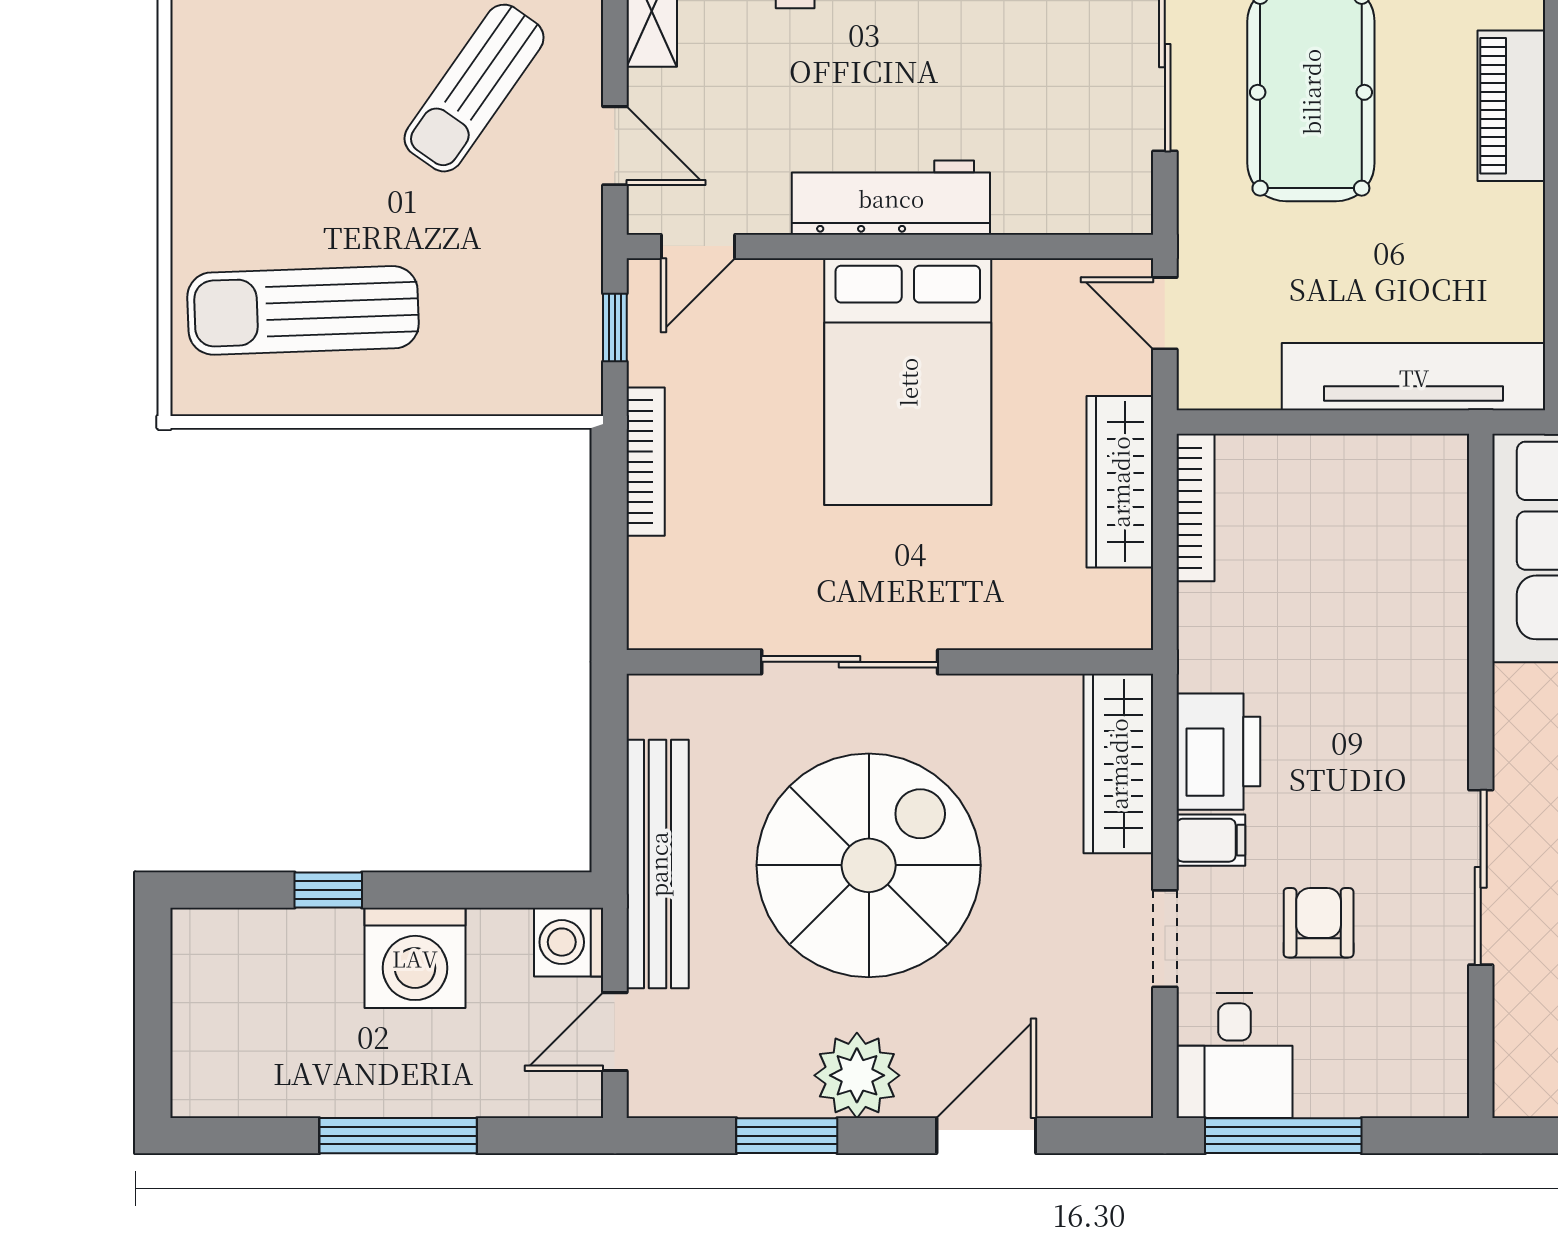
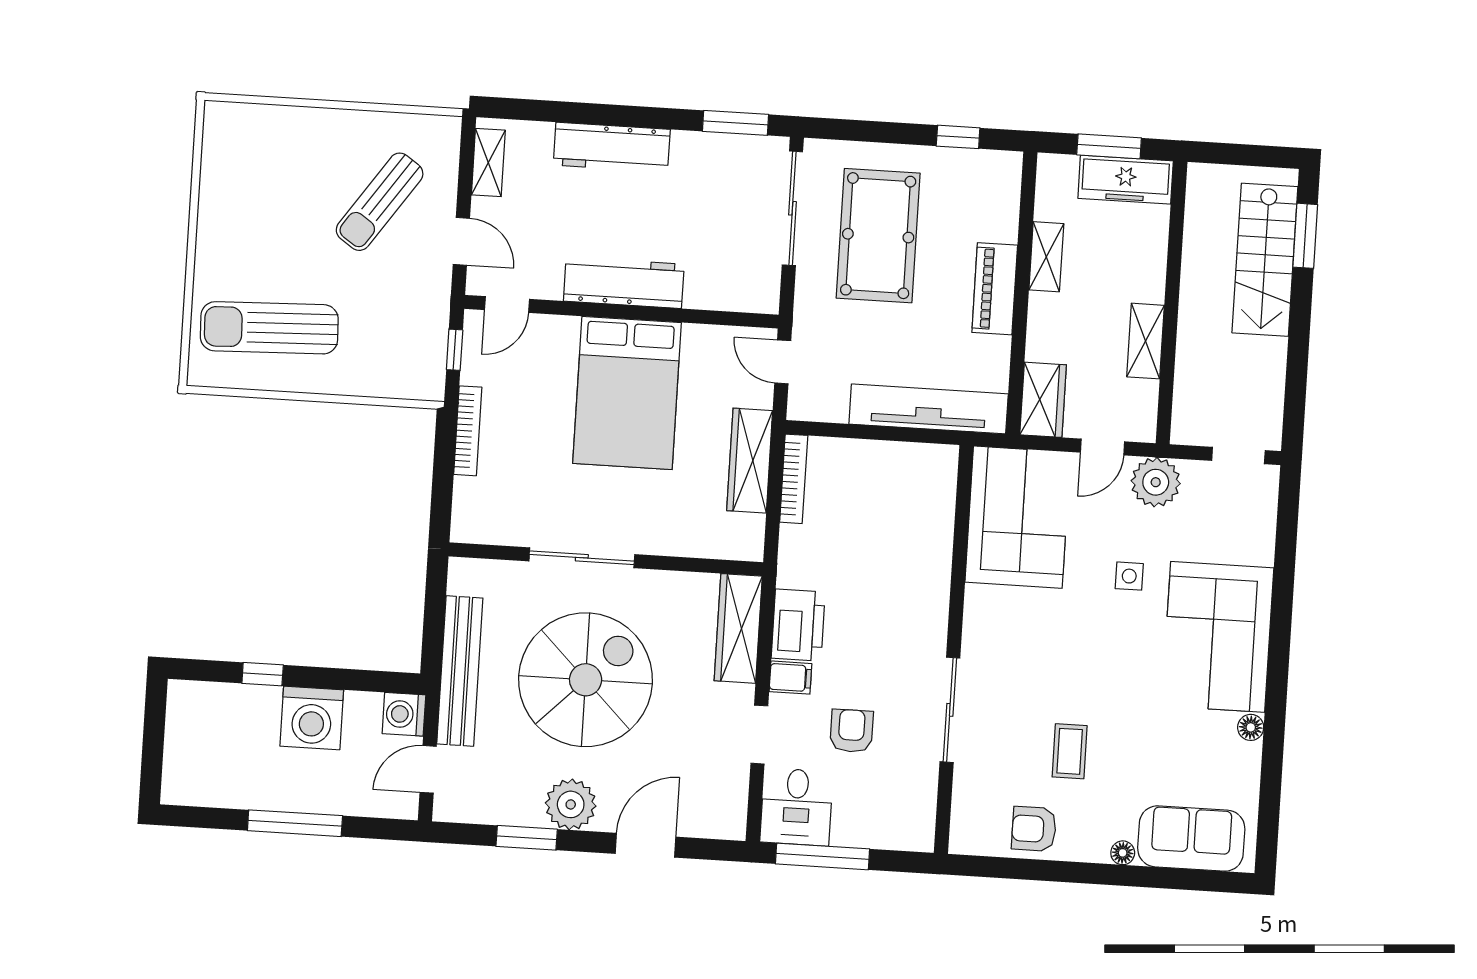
piano: (1511, 106) -> (995, 289), moved

